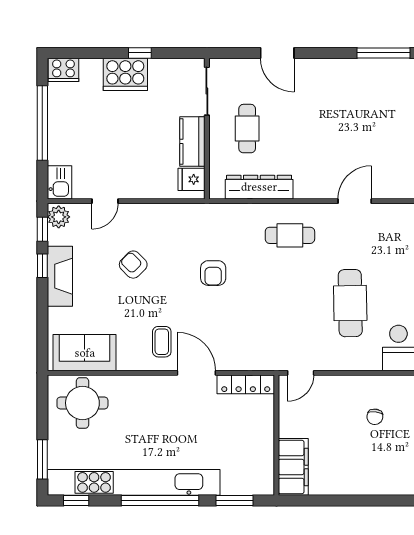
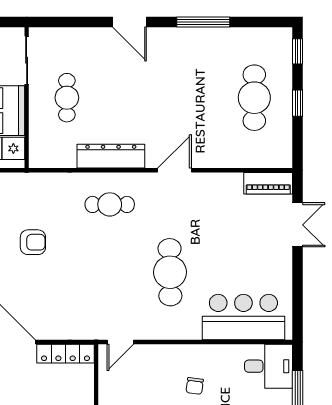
door: (277, 53) -> (129, 22), moved
dresser: (259, 187) -> (111, 156), moved
armchair: (213, 273) -> (33, 242), turned -90

